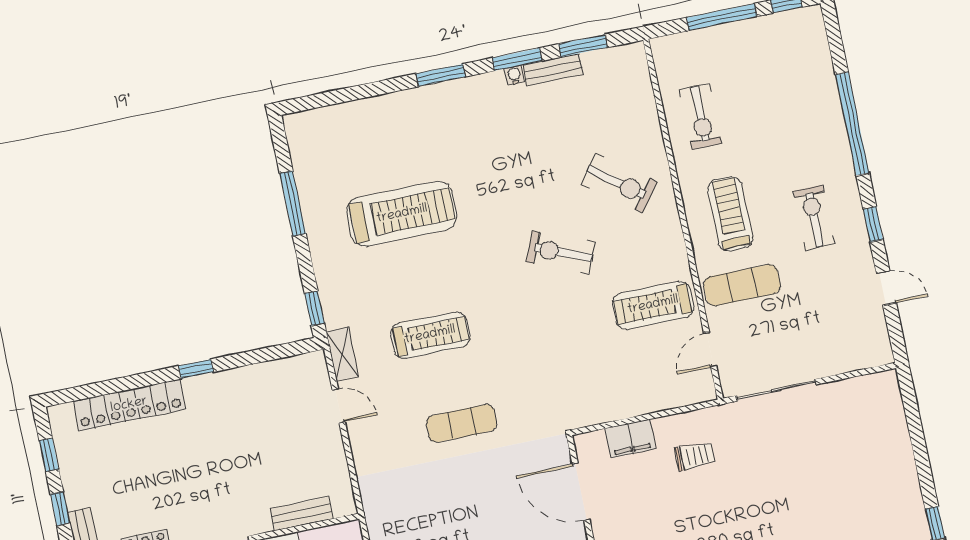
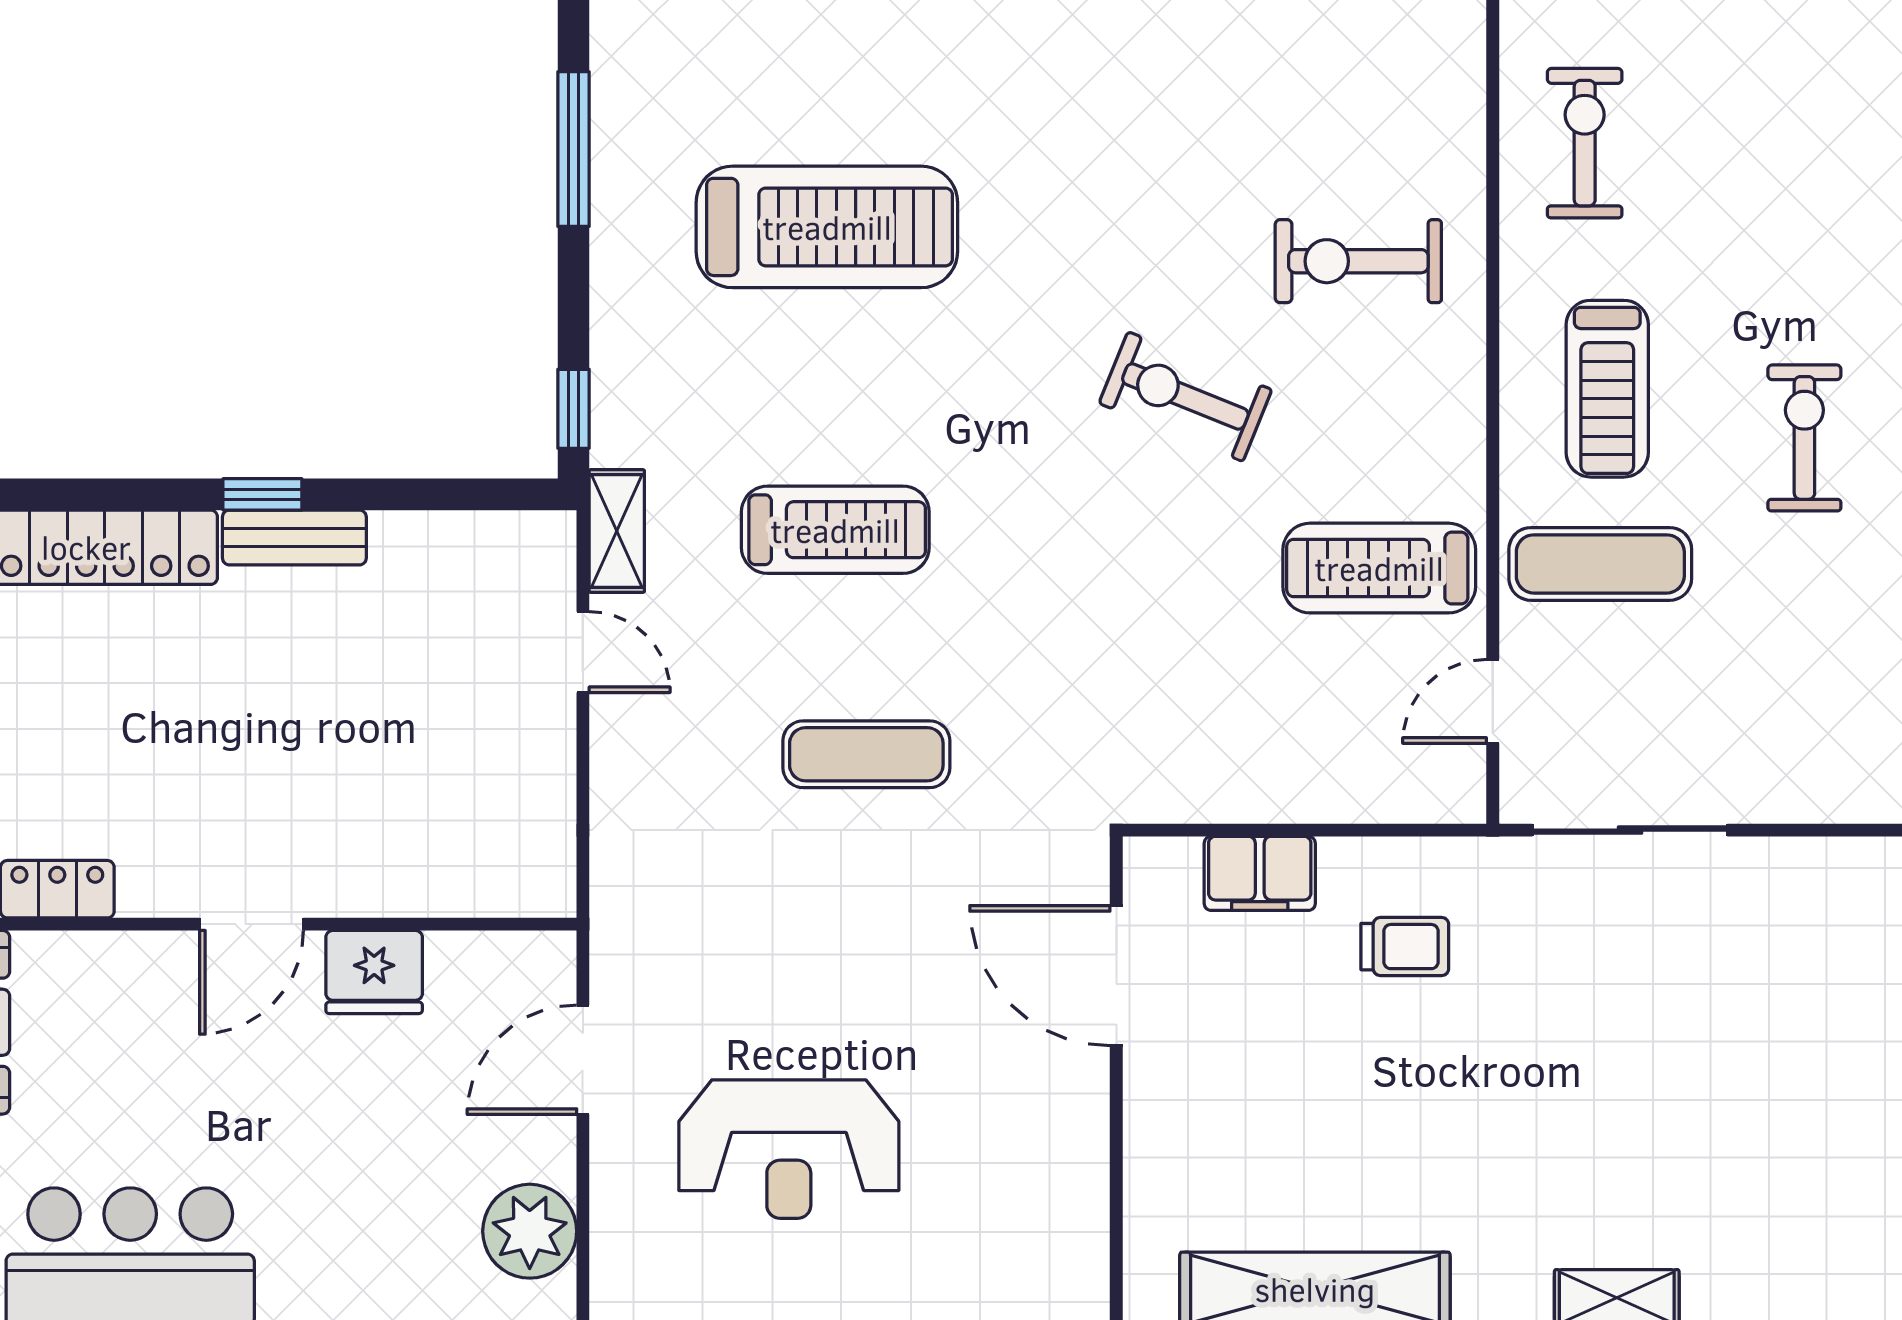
exercise bike: (701, 117) -> (1585, 143), turned 180
exercise bike: (619, 183) -> (1358, 261), turned 143
treadmill: (730, 214) -> (1607, 389), turned 180
bench: (301, 514) -> (294, 538), moved

